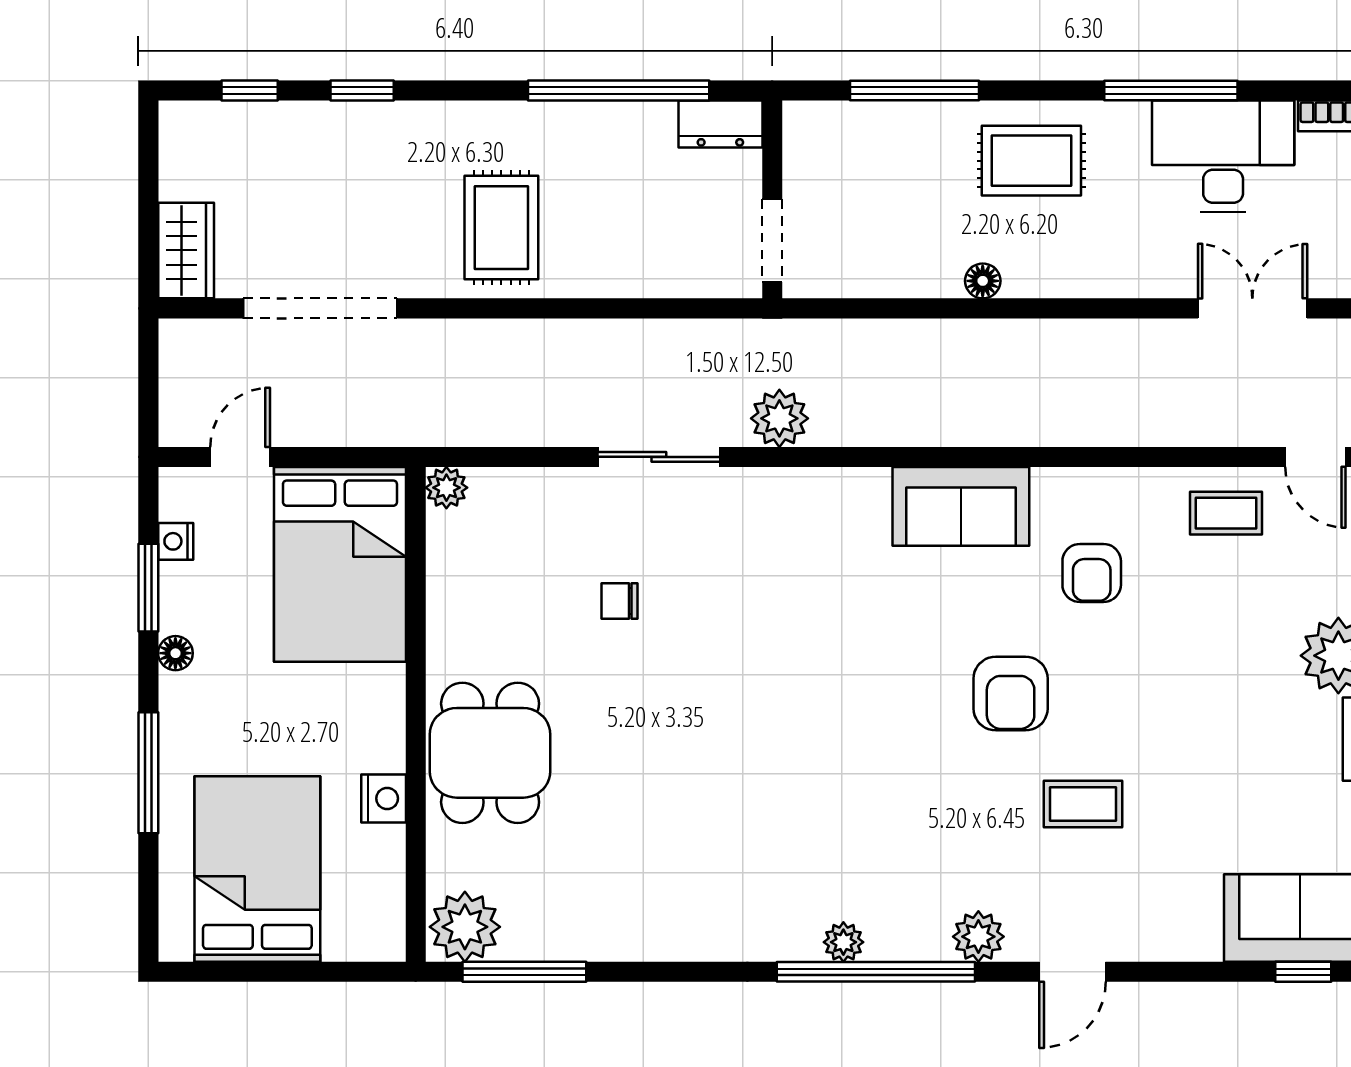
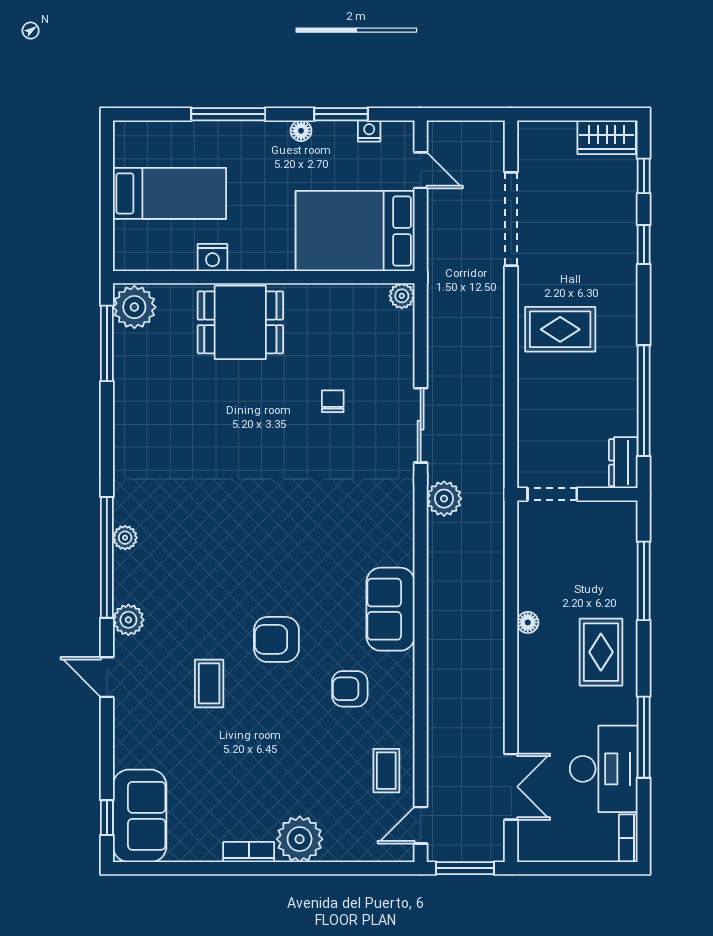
wardrobe: (186, 250) -> (607, 137), moved
bed: (257, 869) -> (170, 193), width x0.67

